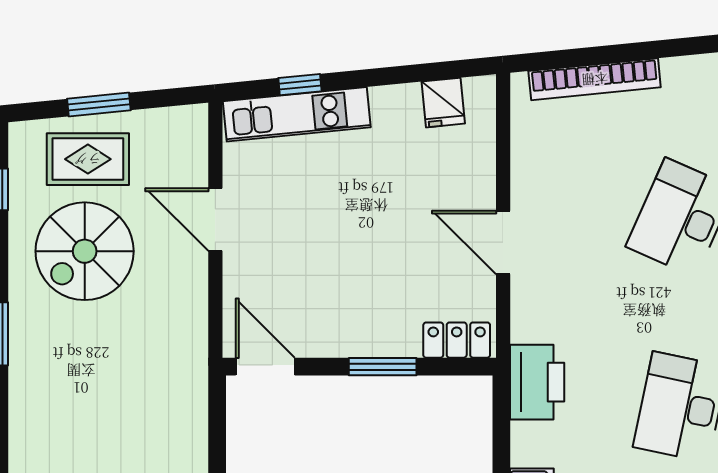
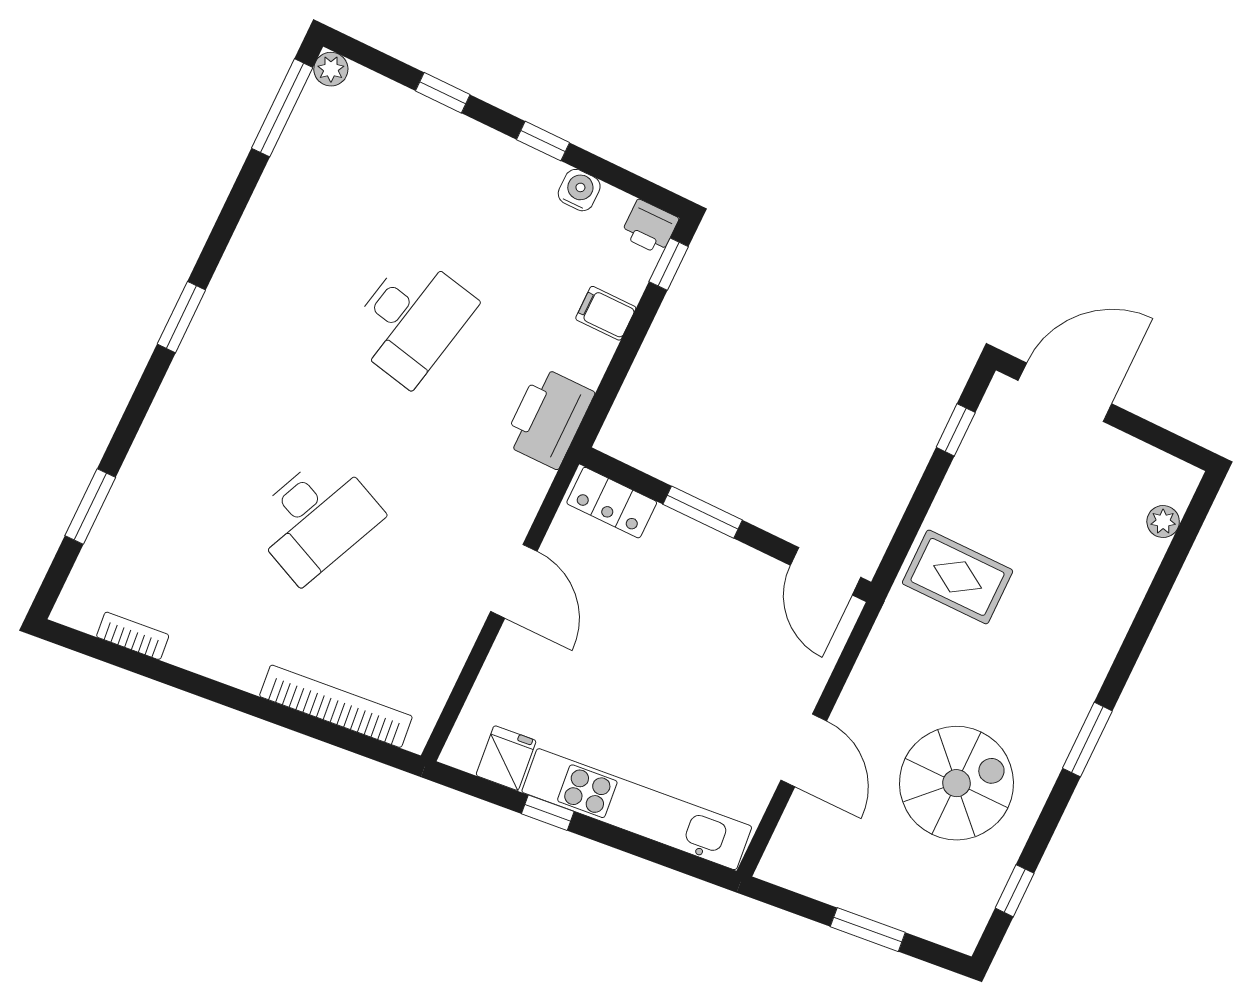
window: (300, 85) -> (548, 813), moved
kitchen unit: (297, 114) -> (637, 809), width x1.36
rug: (88, 159) -> (958, 577), moved

